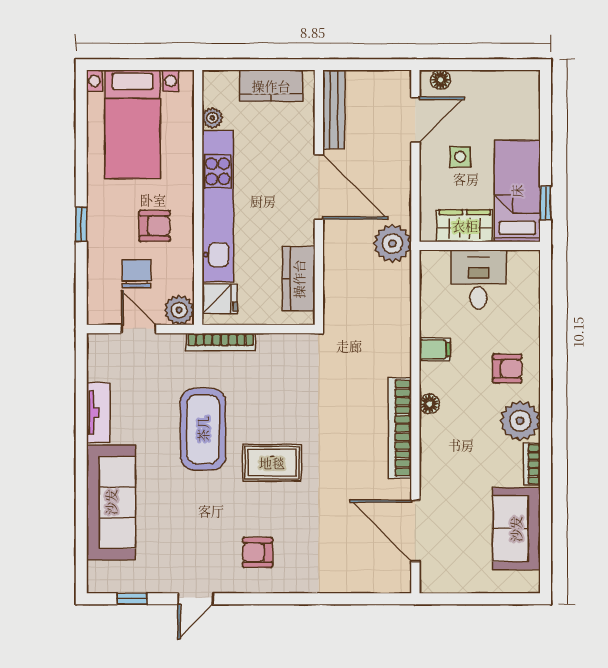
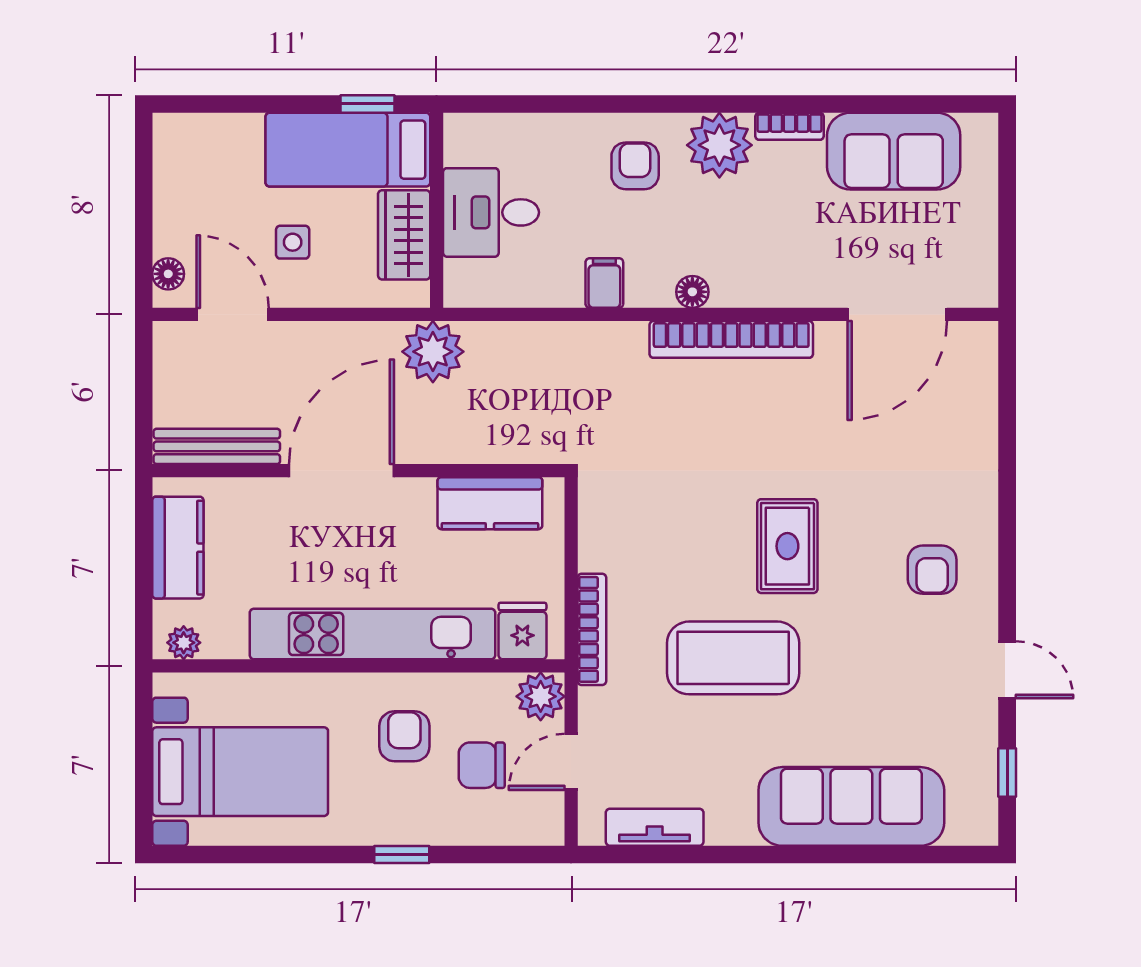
plant: (212, 118) -> (184, 643), moved
tv unit: (98, 413) -> (655, 827), moved

